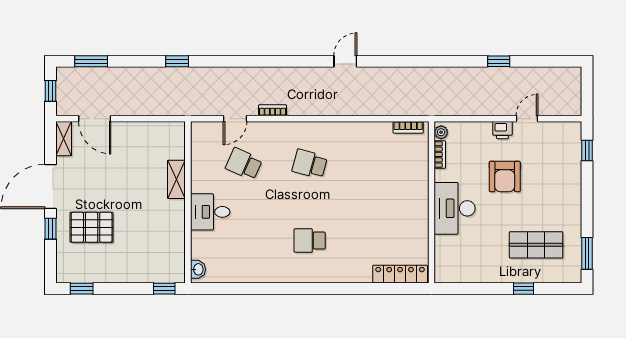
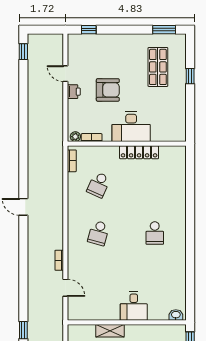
window: (499, 61) -> (23, 52), moved
school desk: (244, 164) -> (99, 185), moved
locker: (400, 274) -> (139, 152), moved, turned -90

